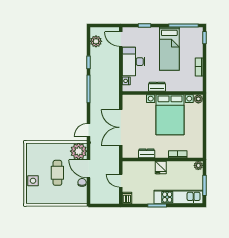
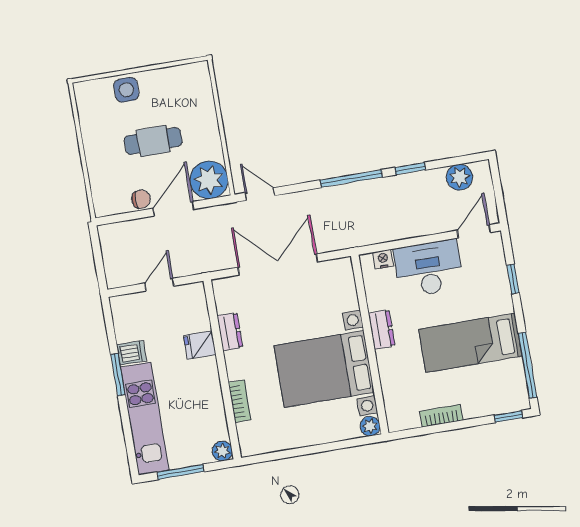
fridge: (161, 167) -> (200, 345), moved
dishwasher: (127, 198) -> (131, 353), moved

